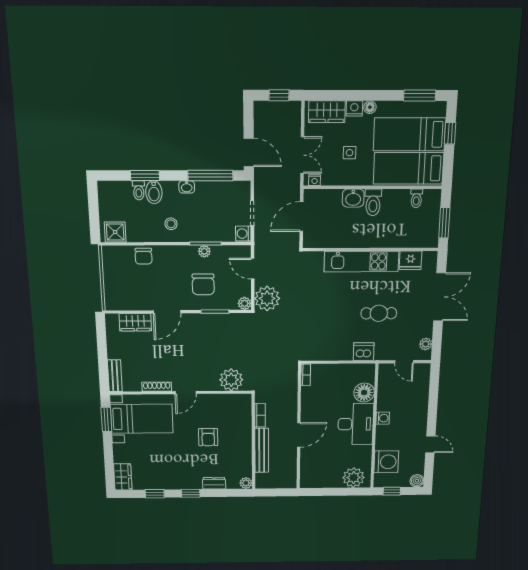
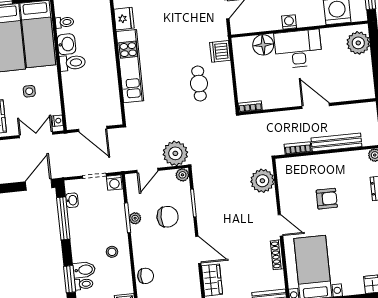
washbasin: (187, 187) -> (72, 200), moved
washbasin: (353, 198) -> (66, 44), moved
cafe table: (379, 313) -> (199, 84), moved

